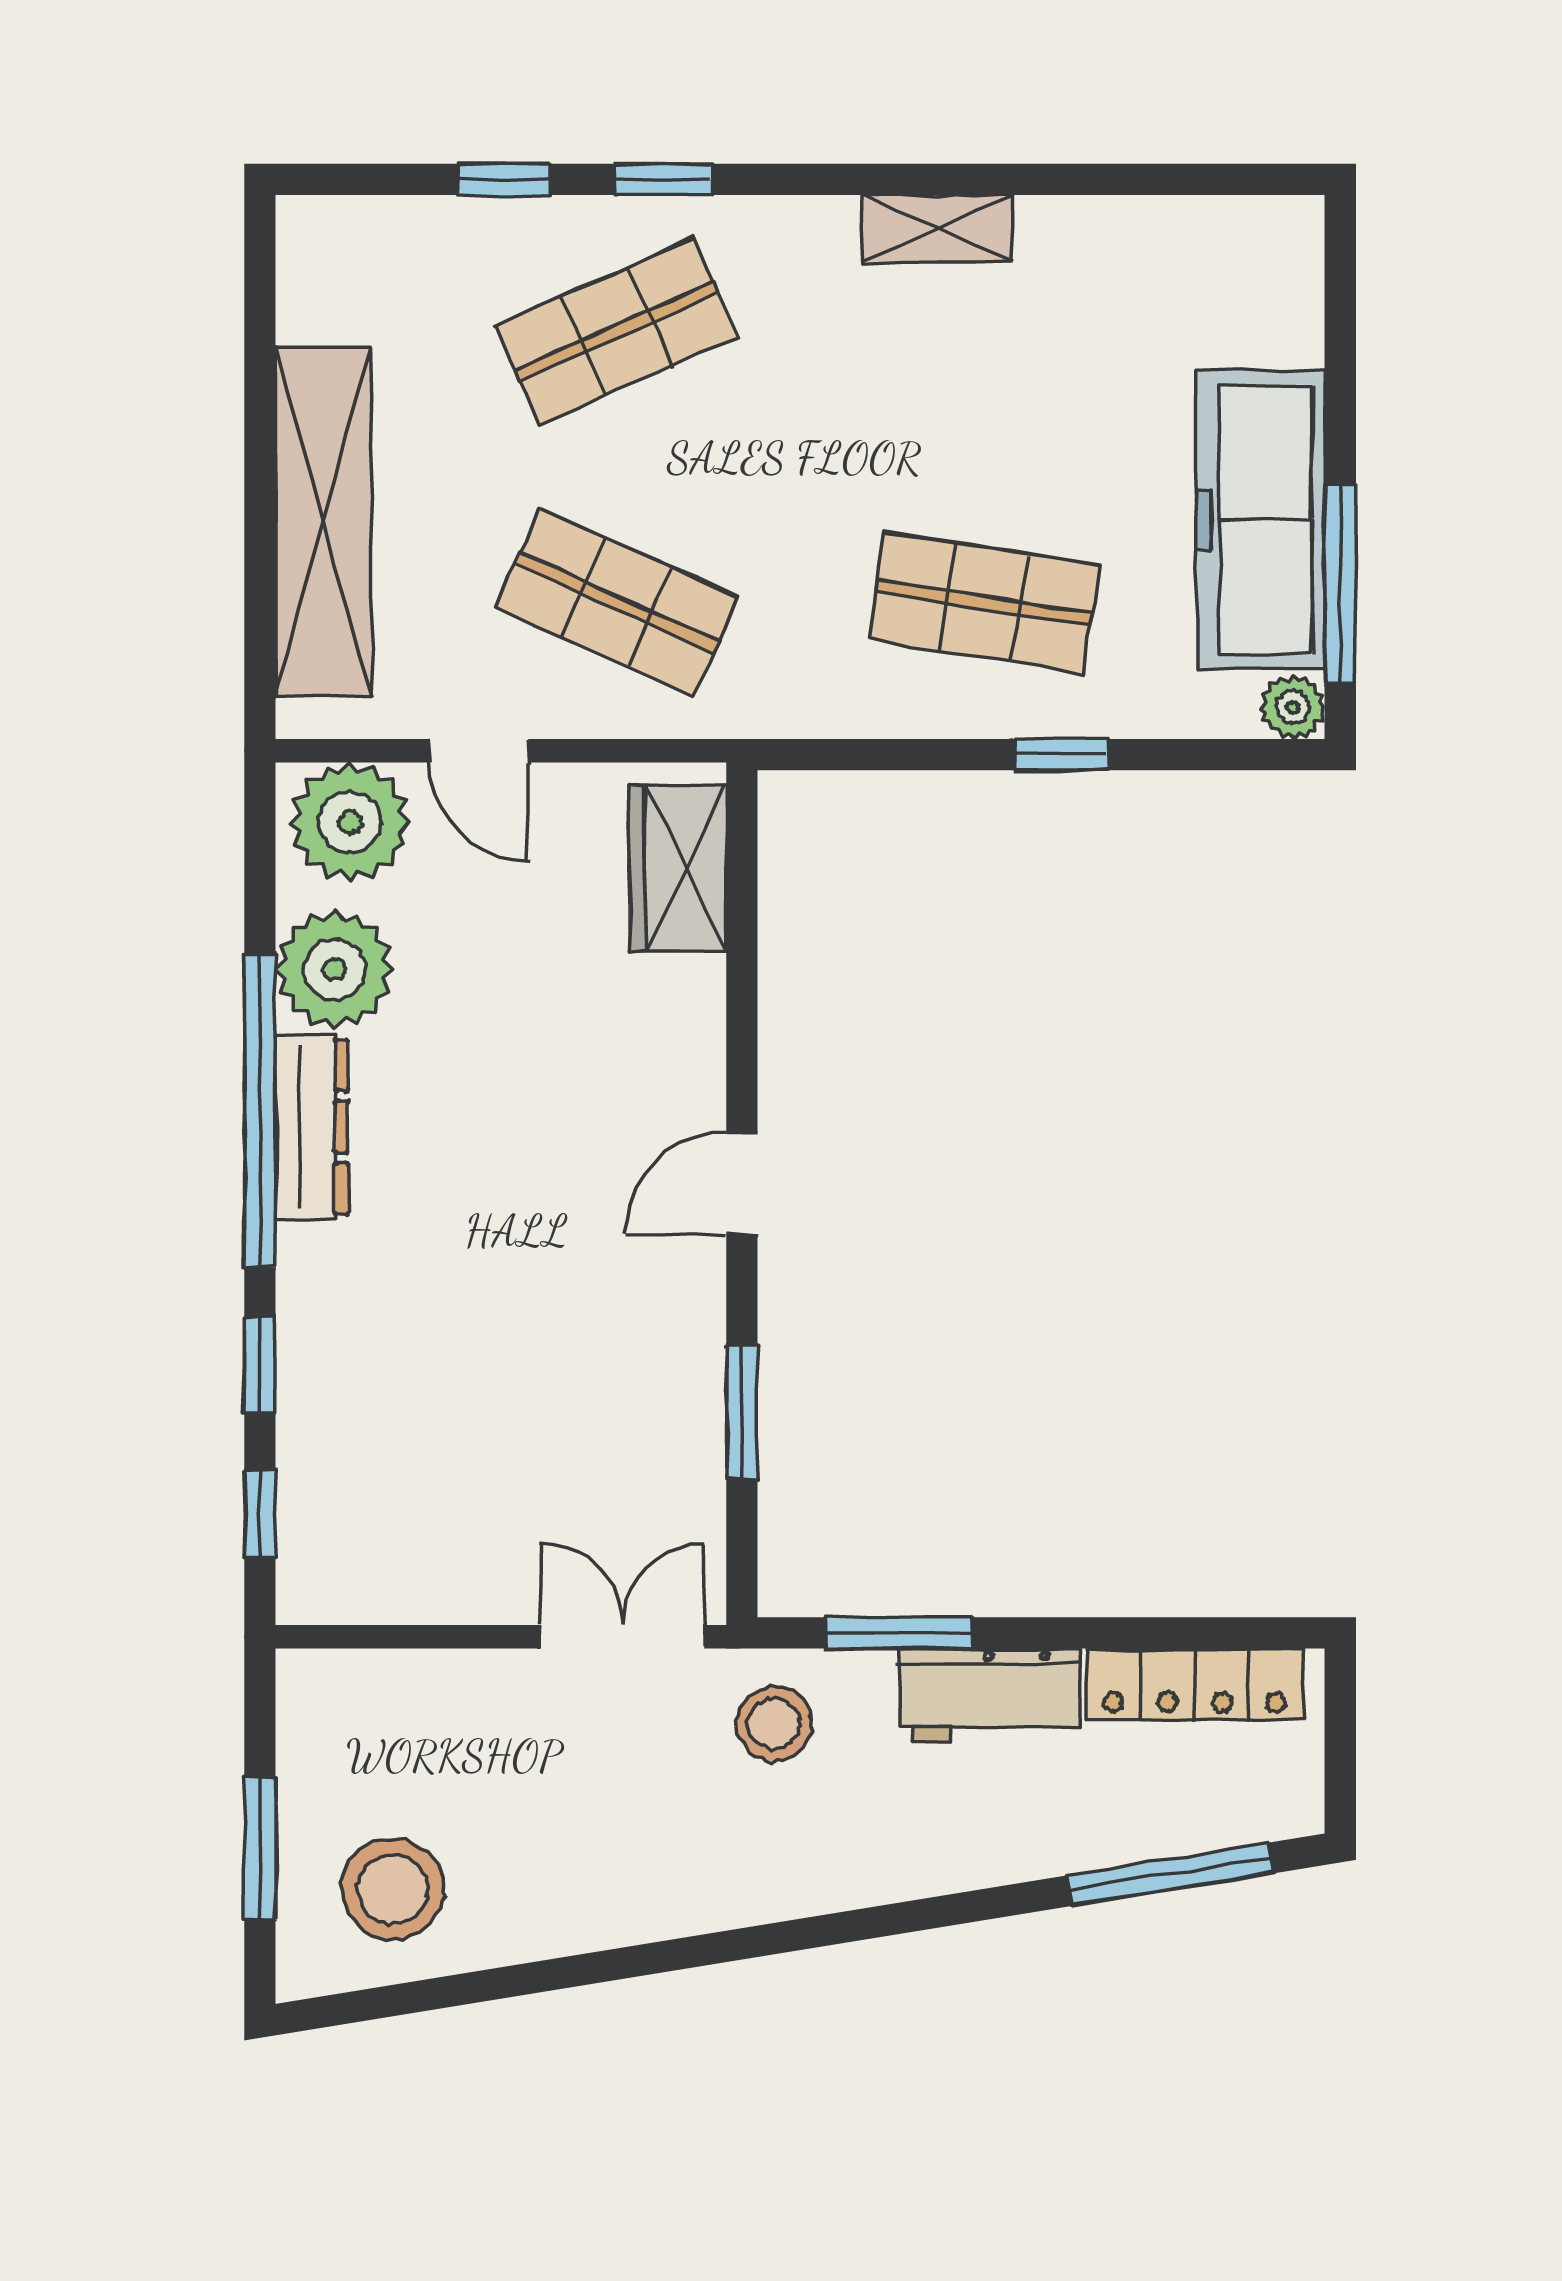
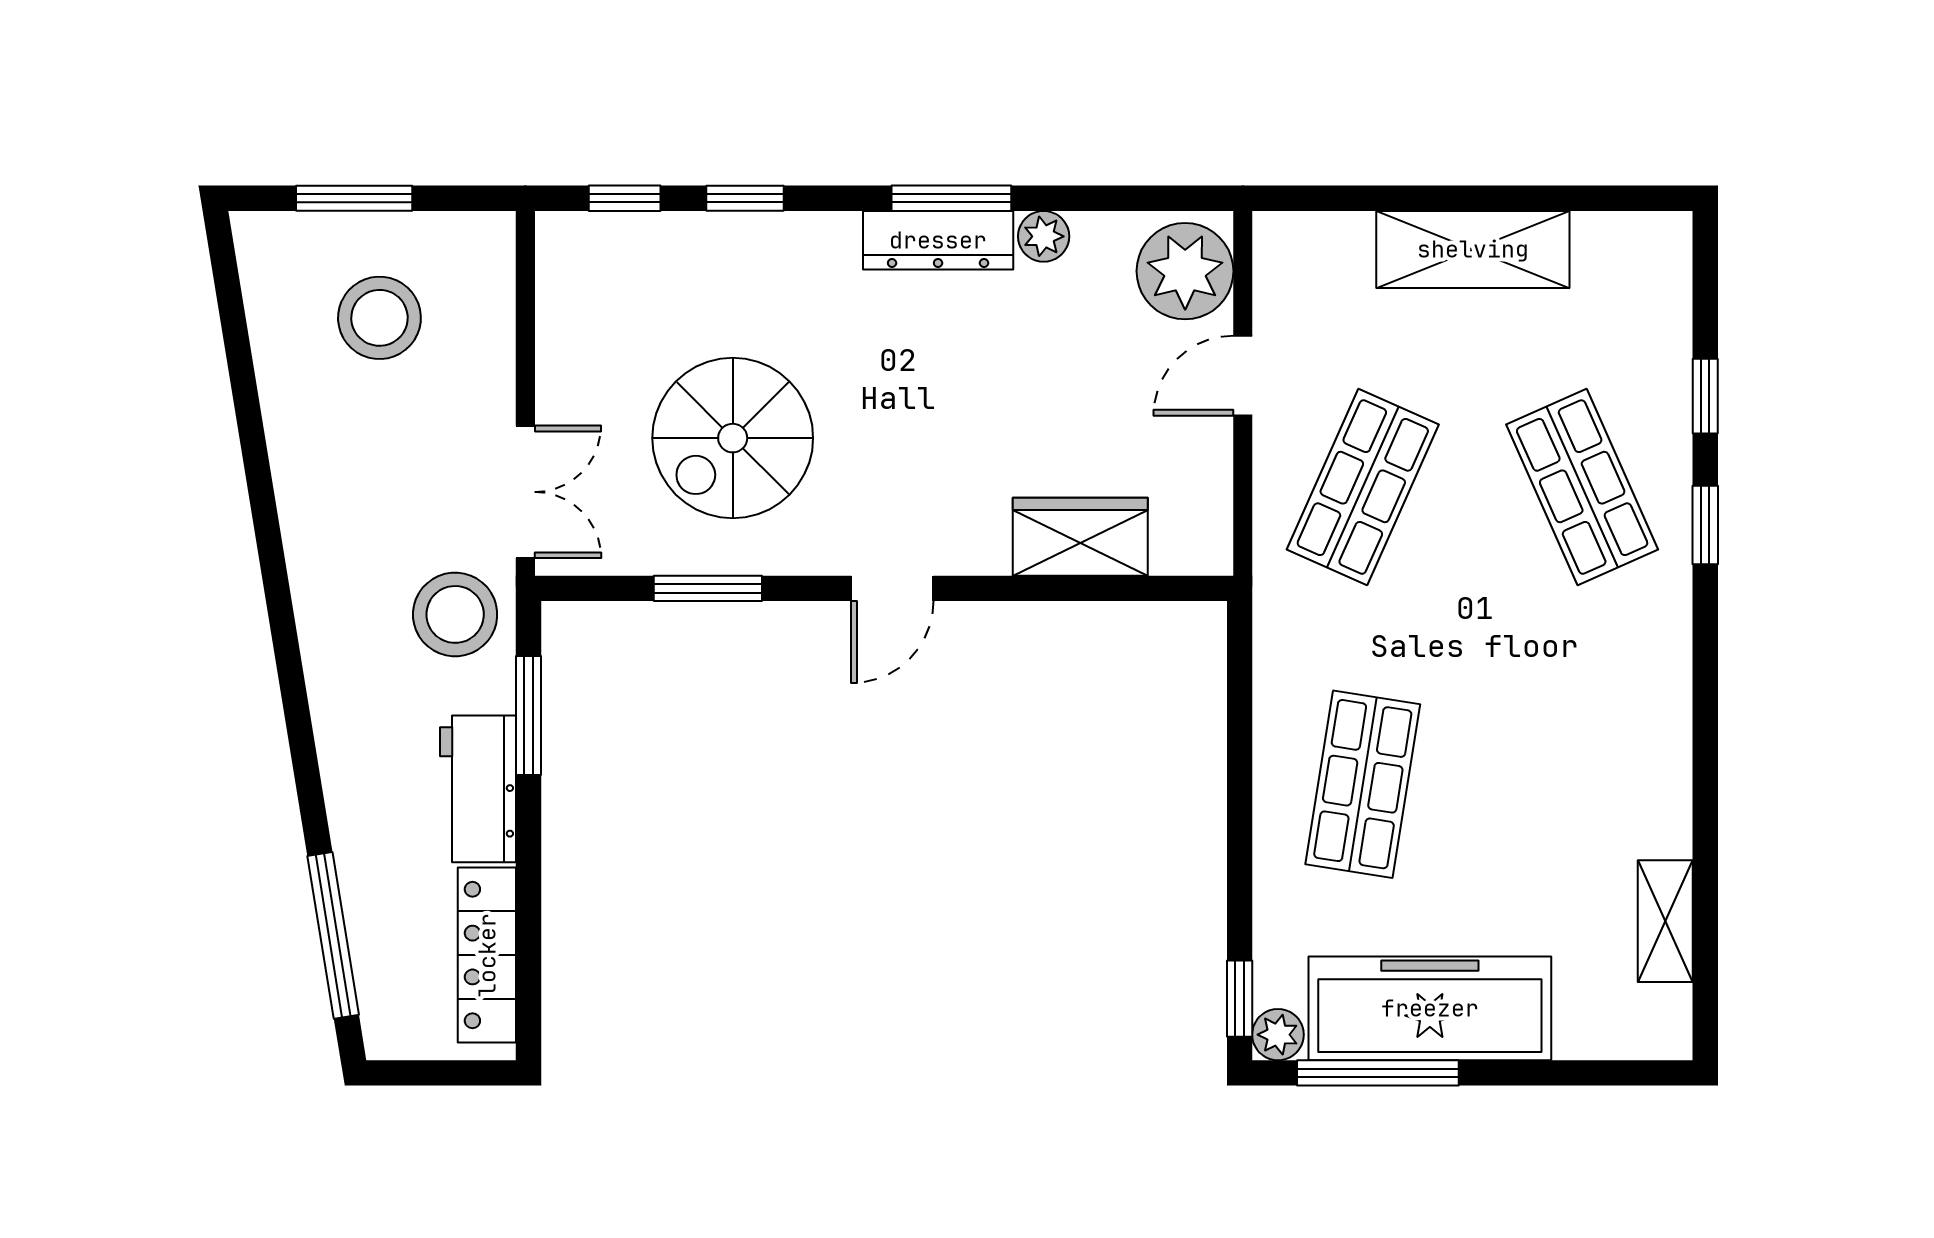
shelving: (937, 229) -> (1665, 921), moved
shelving: (323, 522) -> (1473, 249), width x0.68
window: (1061, 755) -> (1240, 999), moved
wardrobe: (678, 868) -> (1080, 537), moved
plant: (335, 969) -> (1044, 236), width x0.53, depth x0.53
window: (260, 1111) -> (951, 198), width x0.47
door: (742, 1184) -> (892, 588), swing flipped
spiral stairs: (556, 1381) -> (733, 438), added
stool: (774, 1724) -> (455, 614), width x1.38, depth x1.38
stool: (393, 1889) -> (379, 318), moved

